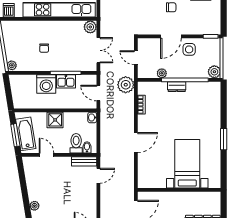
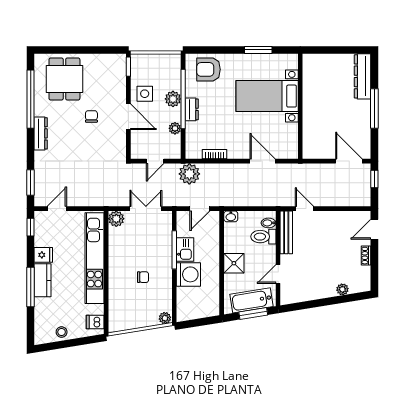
plant: (214, 72) -> (173, 99), moved
armchair: (208, 100) -> (208, 69), added
bench: (84, 161) -> (286, 232), width x1.36
bed with nightstands: (187, 164) -> (267, 96), moved
wall: (179, 190) -> (300, 106), moved

